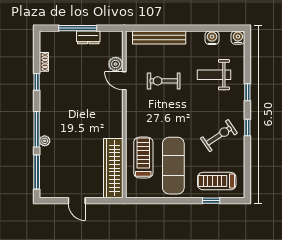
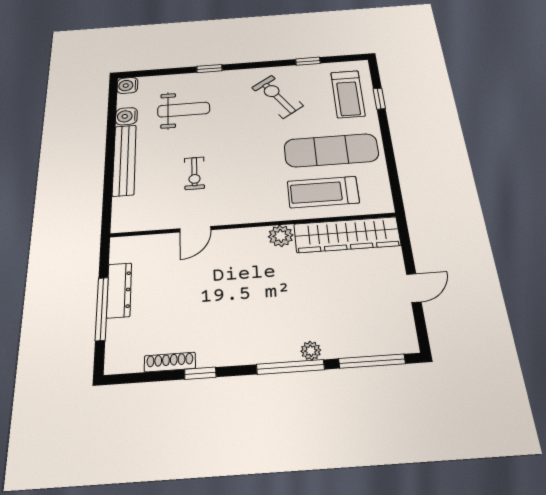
dresser: (88, 37) -> (119, 290), width x1.44
bench: (159, 37) -> (124, 160), moved
shoe rack: (44, 62) -> (170, 362), width x1.43
plant: (116, 64) -> (281, 236), moved
weight bench: (214, 75) -> (184, 110), turned -90
exercise bike: (164, 81) -> (194, 173), width x0.73, depth x0.72
window: (247, 128) -> (308, 61), moved

